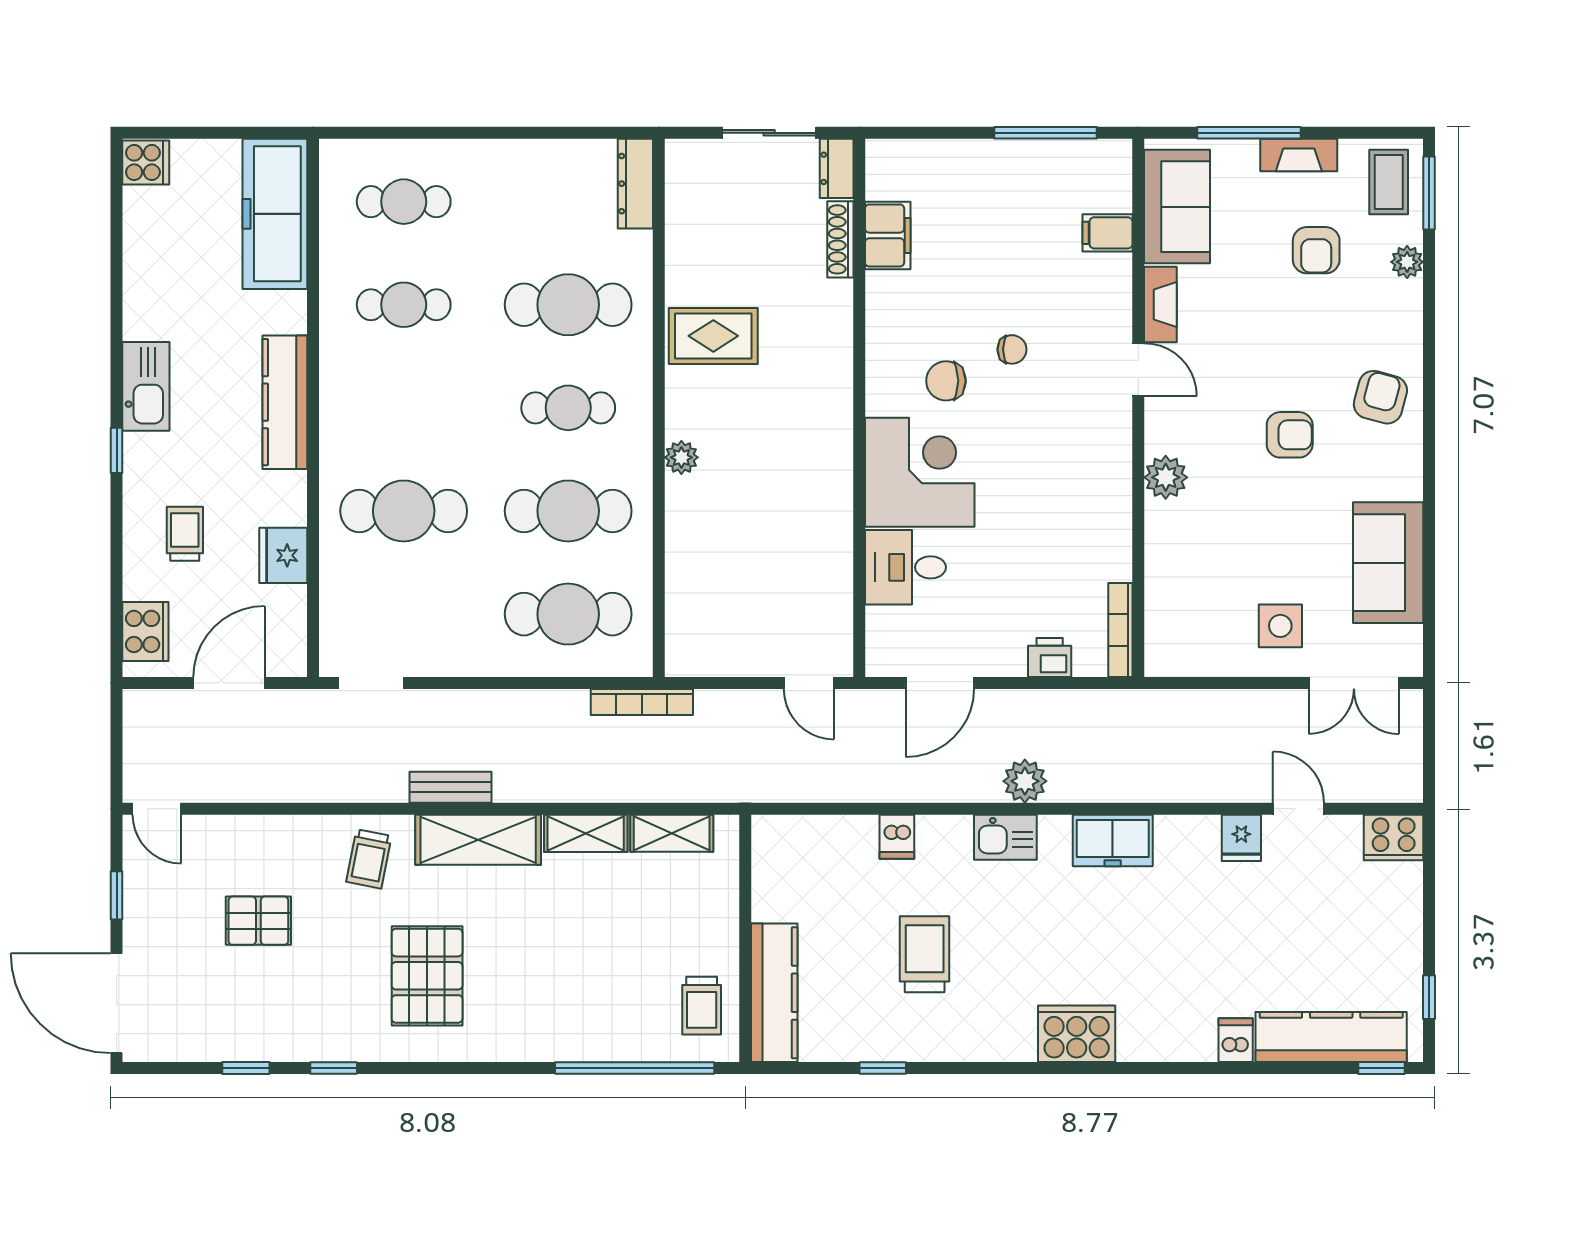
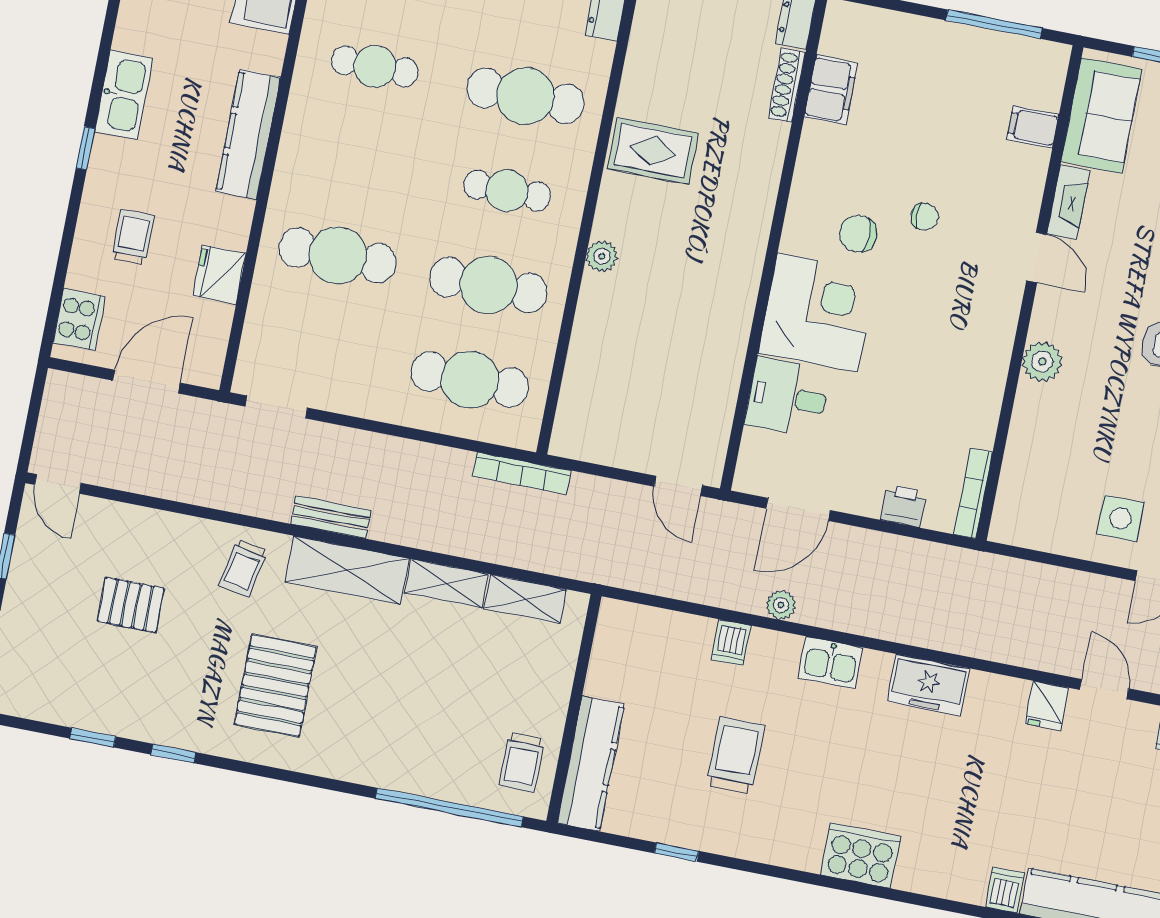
plant: (1025, 781) -> (781, 605), moved, width x0.73, depth x0.73

